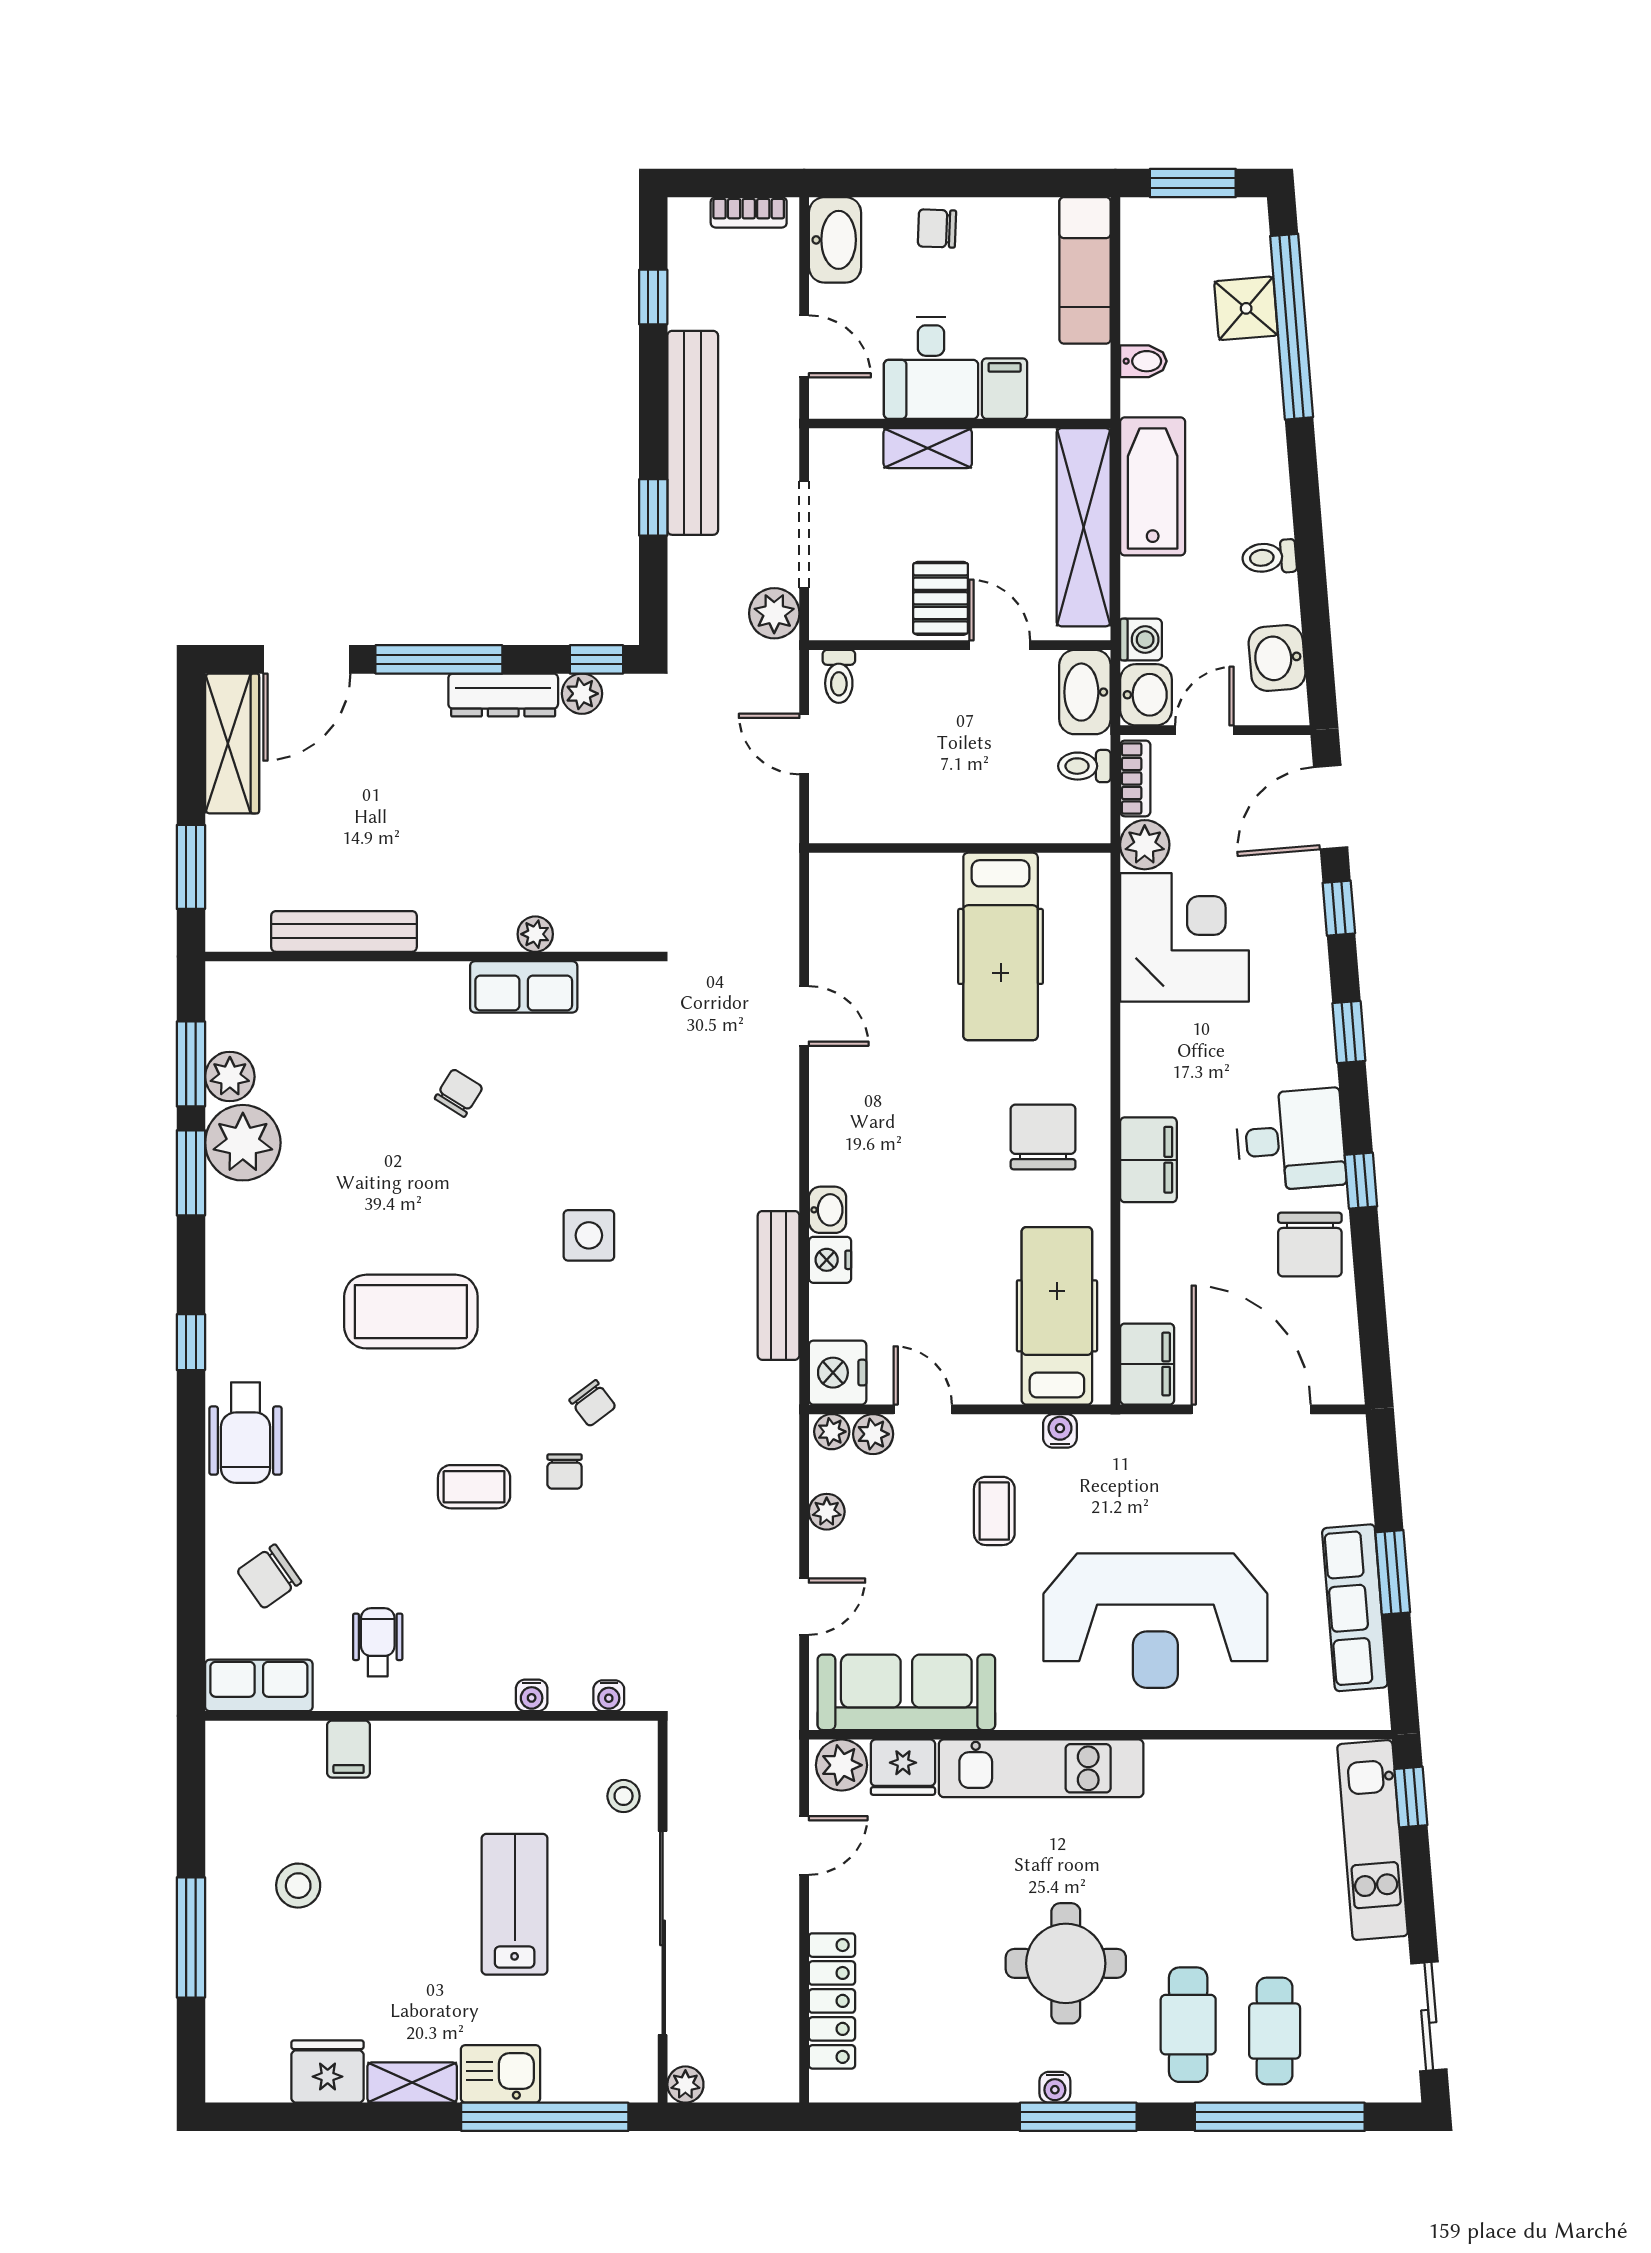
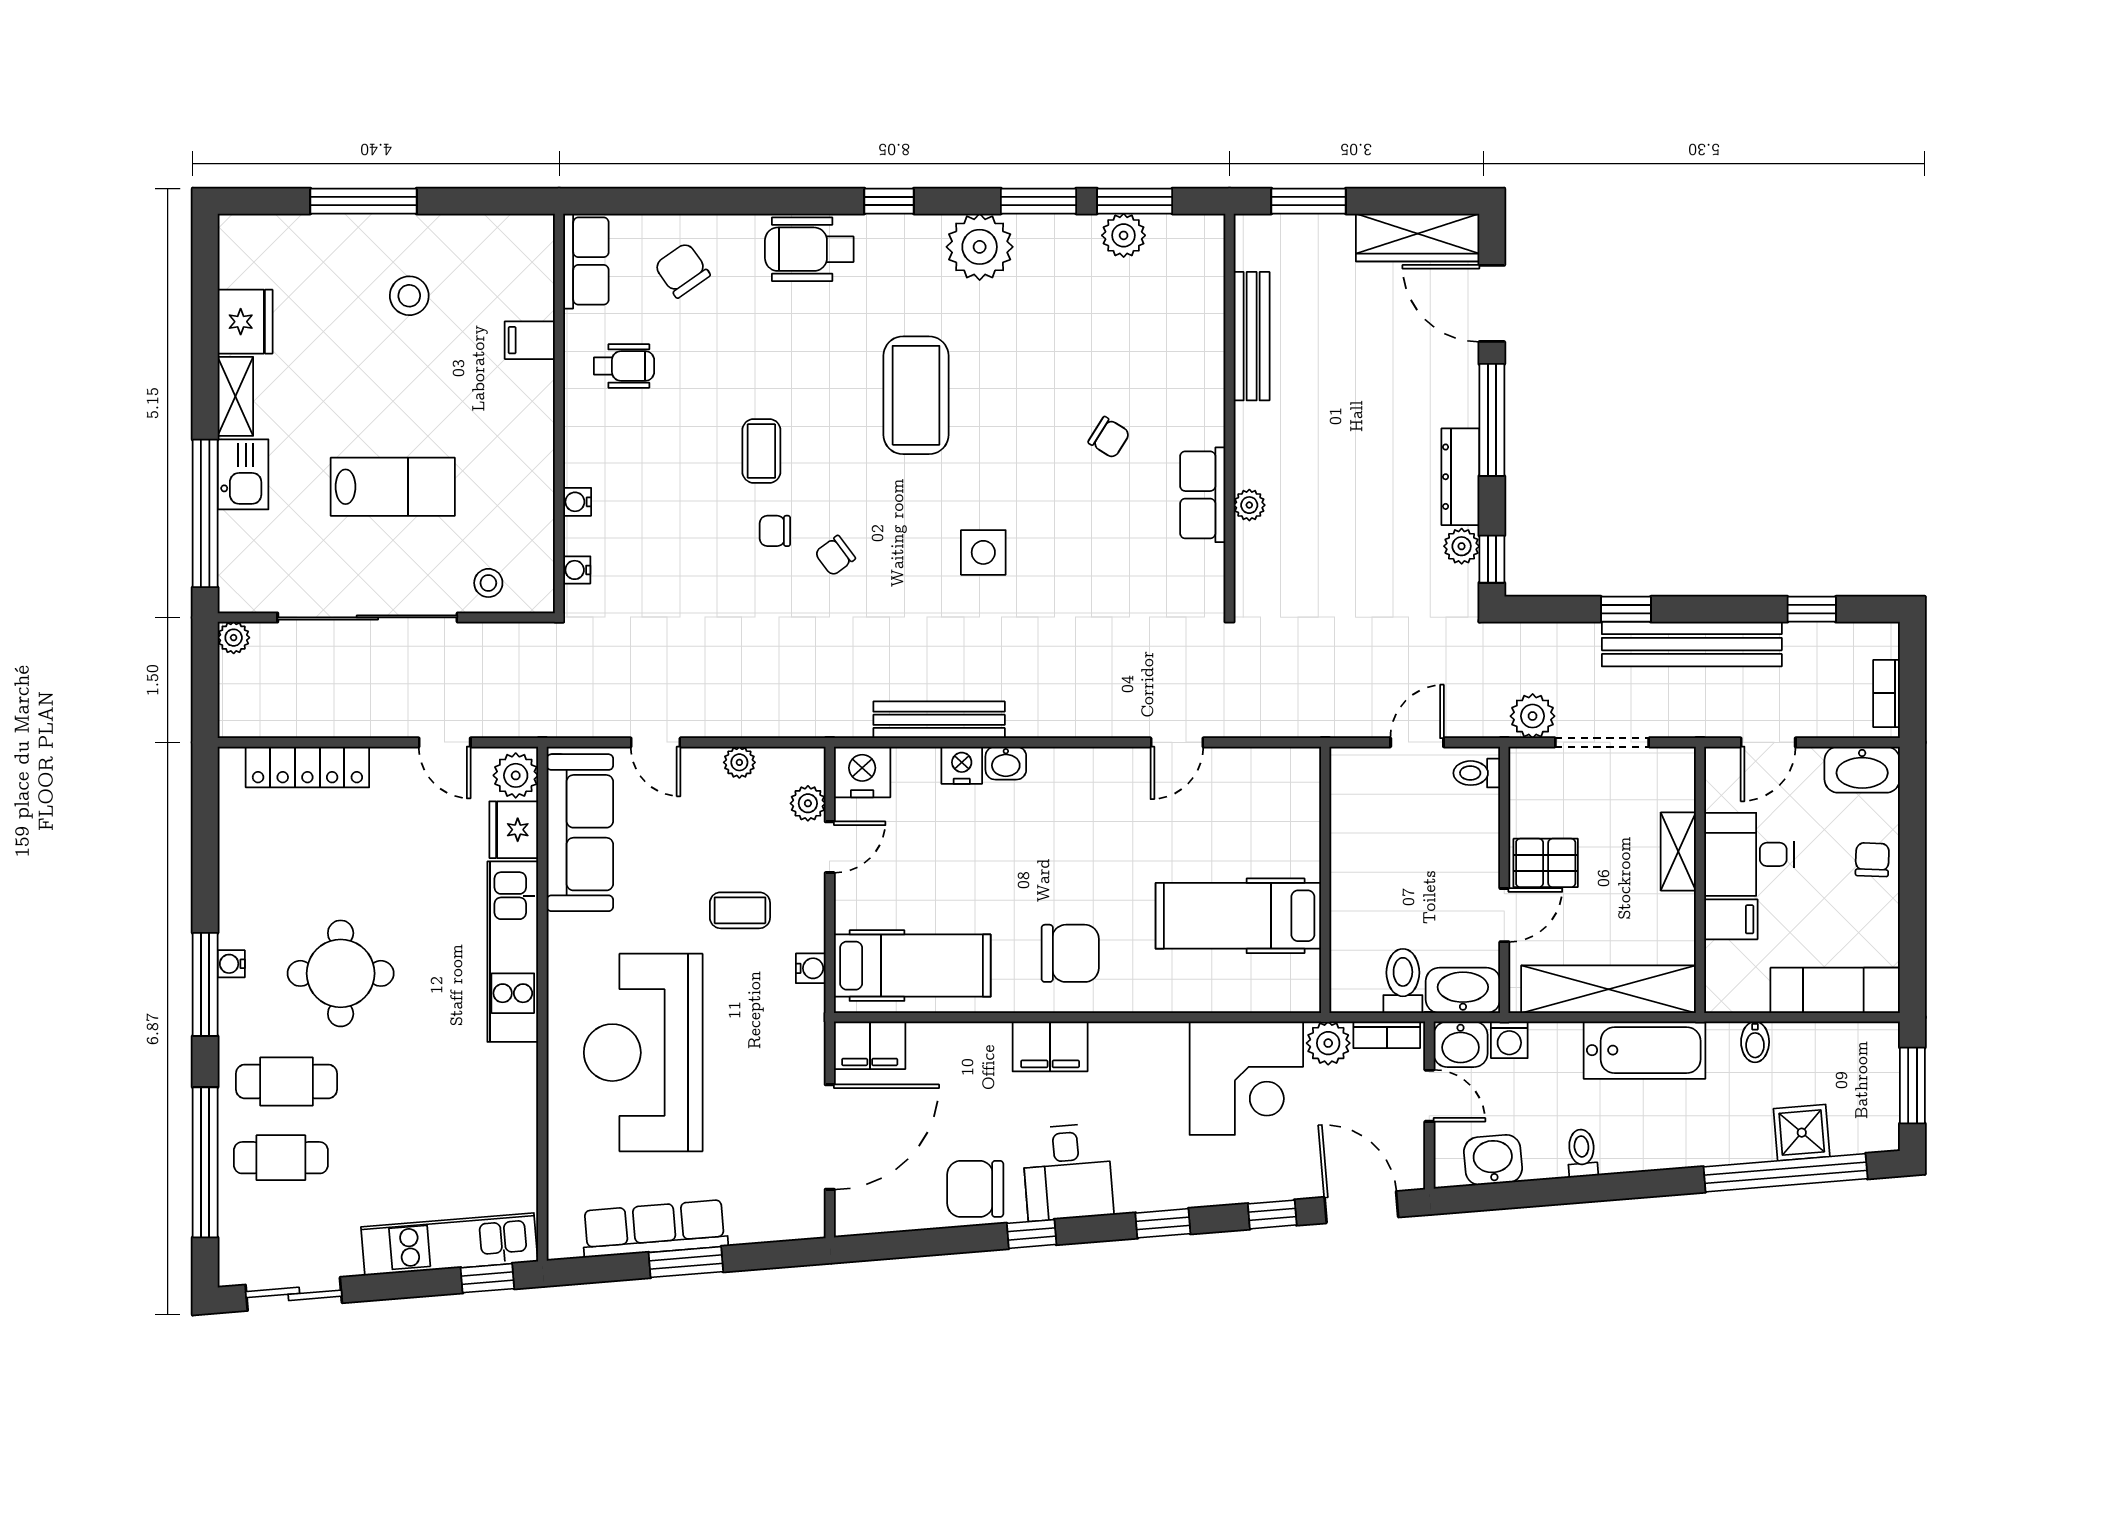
toilet: (1084, 766) -> (1403, 981), width x1.37, depth x1.39
plant: (243, 1143) -> (980, 247), moved
plant: (832, 1432) -> (810, 767), removed

